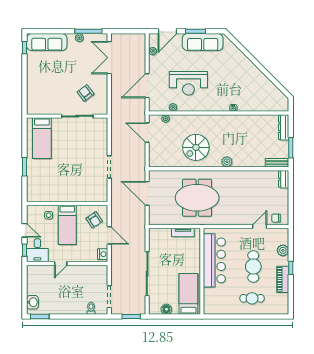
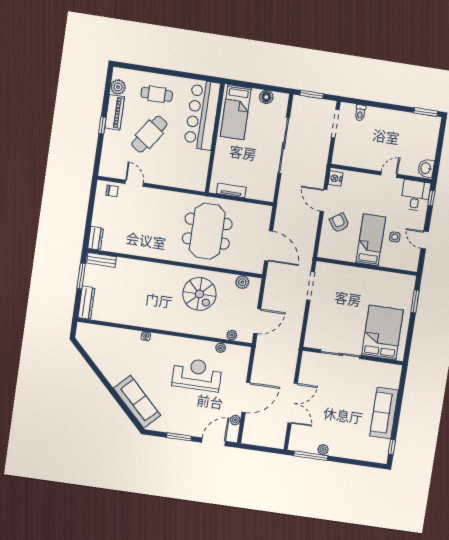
sofa: (47, 42) -> (384, 413), moved, turned -90
sofa: (203, 42) -> (137, 402), moved, turned 45
double door: (109, 58) -> (293, 403), moved
door: (147, 86) -> (246, 397), moved
armchair: (86, 93) -> (326, 381), removed
door: (147, 133) -> (257, 321), hinge flipped
bed: (42, 138) -> (382, 333), width x1.50
spiral stairs: (196, 147) -> (199, 294), turned 90
plant: (227, 162) -> (242, 282), moved
meeting table: (197, 198) -> (207, 231), turned 90
wall: (67, 203) -> (367, 266), moved
bed: (67, 225) -> (371, 240), moved
door: (260, 227) -> (134, 183), swing flipped
door: (25, 230) -> (425, 240), moved
plant: (283, 250) -> (118, 87), moved
bar counter: (214, 260) -> (202, 115), moved
cafe table: (253, 267) -> (149, 134), turned 35
washbasin: (32, 302) -> (426, 168), moved

